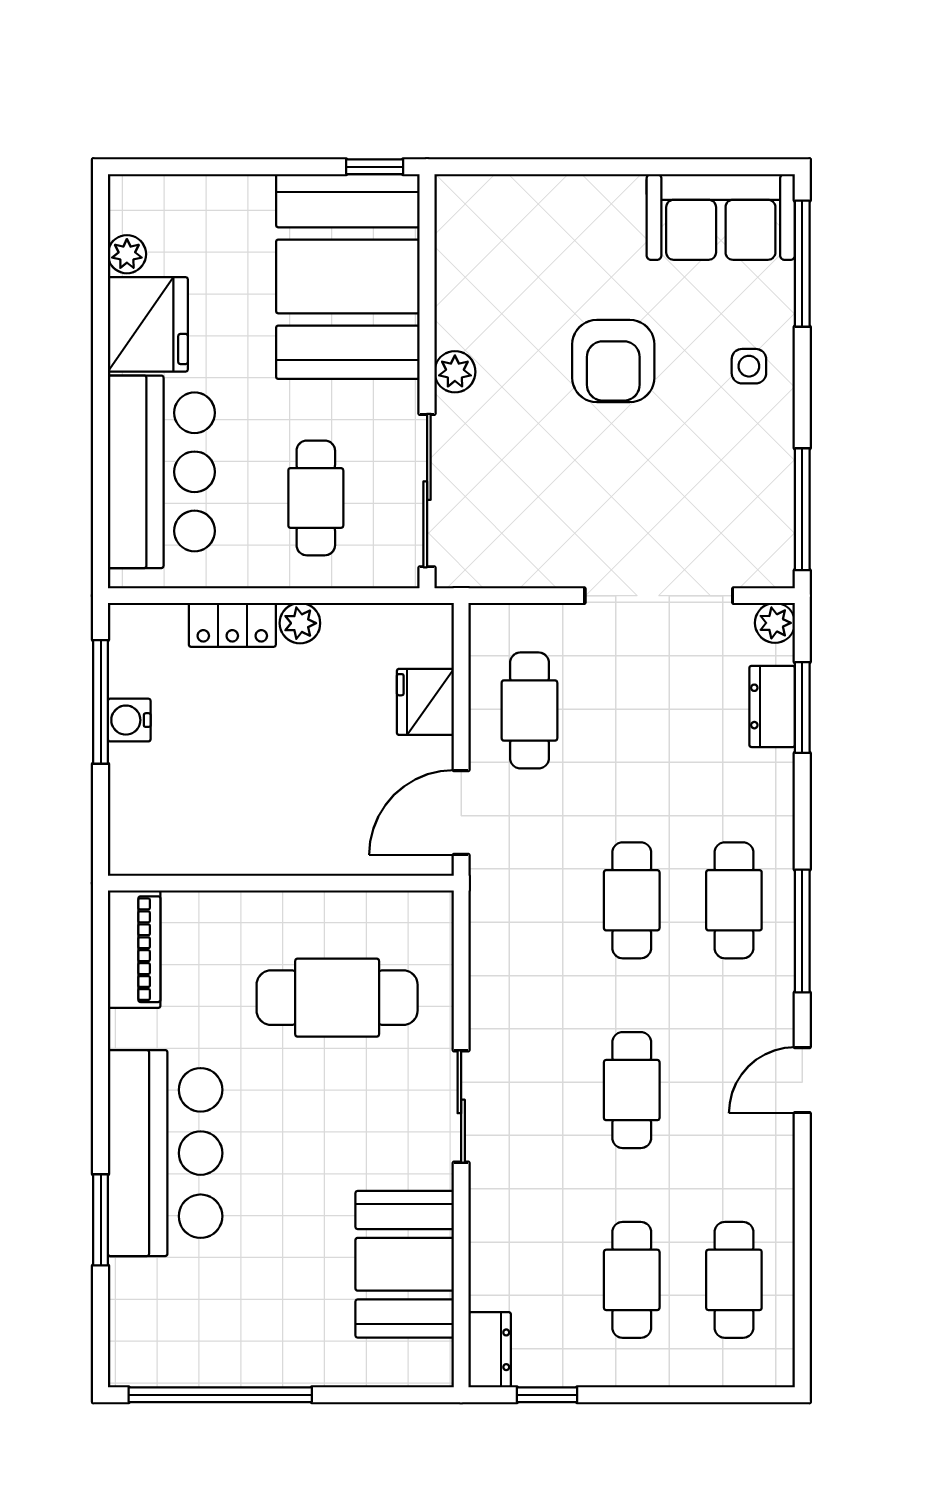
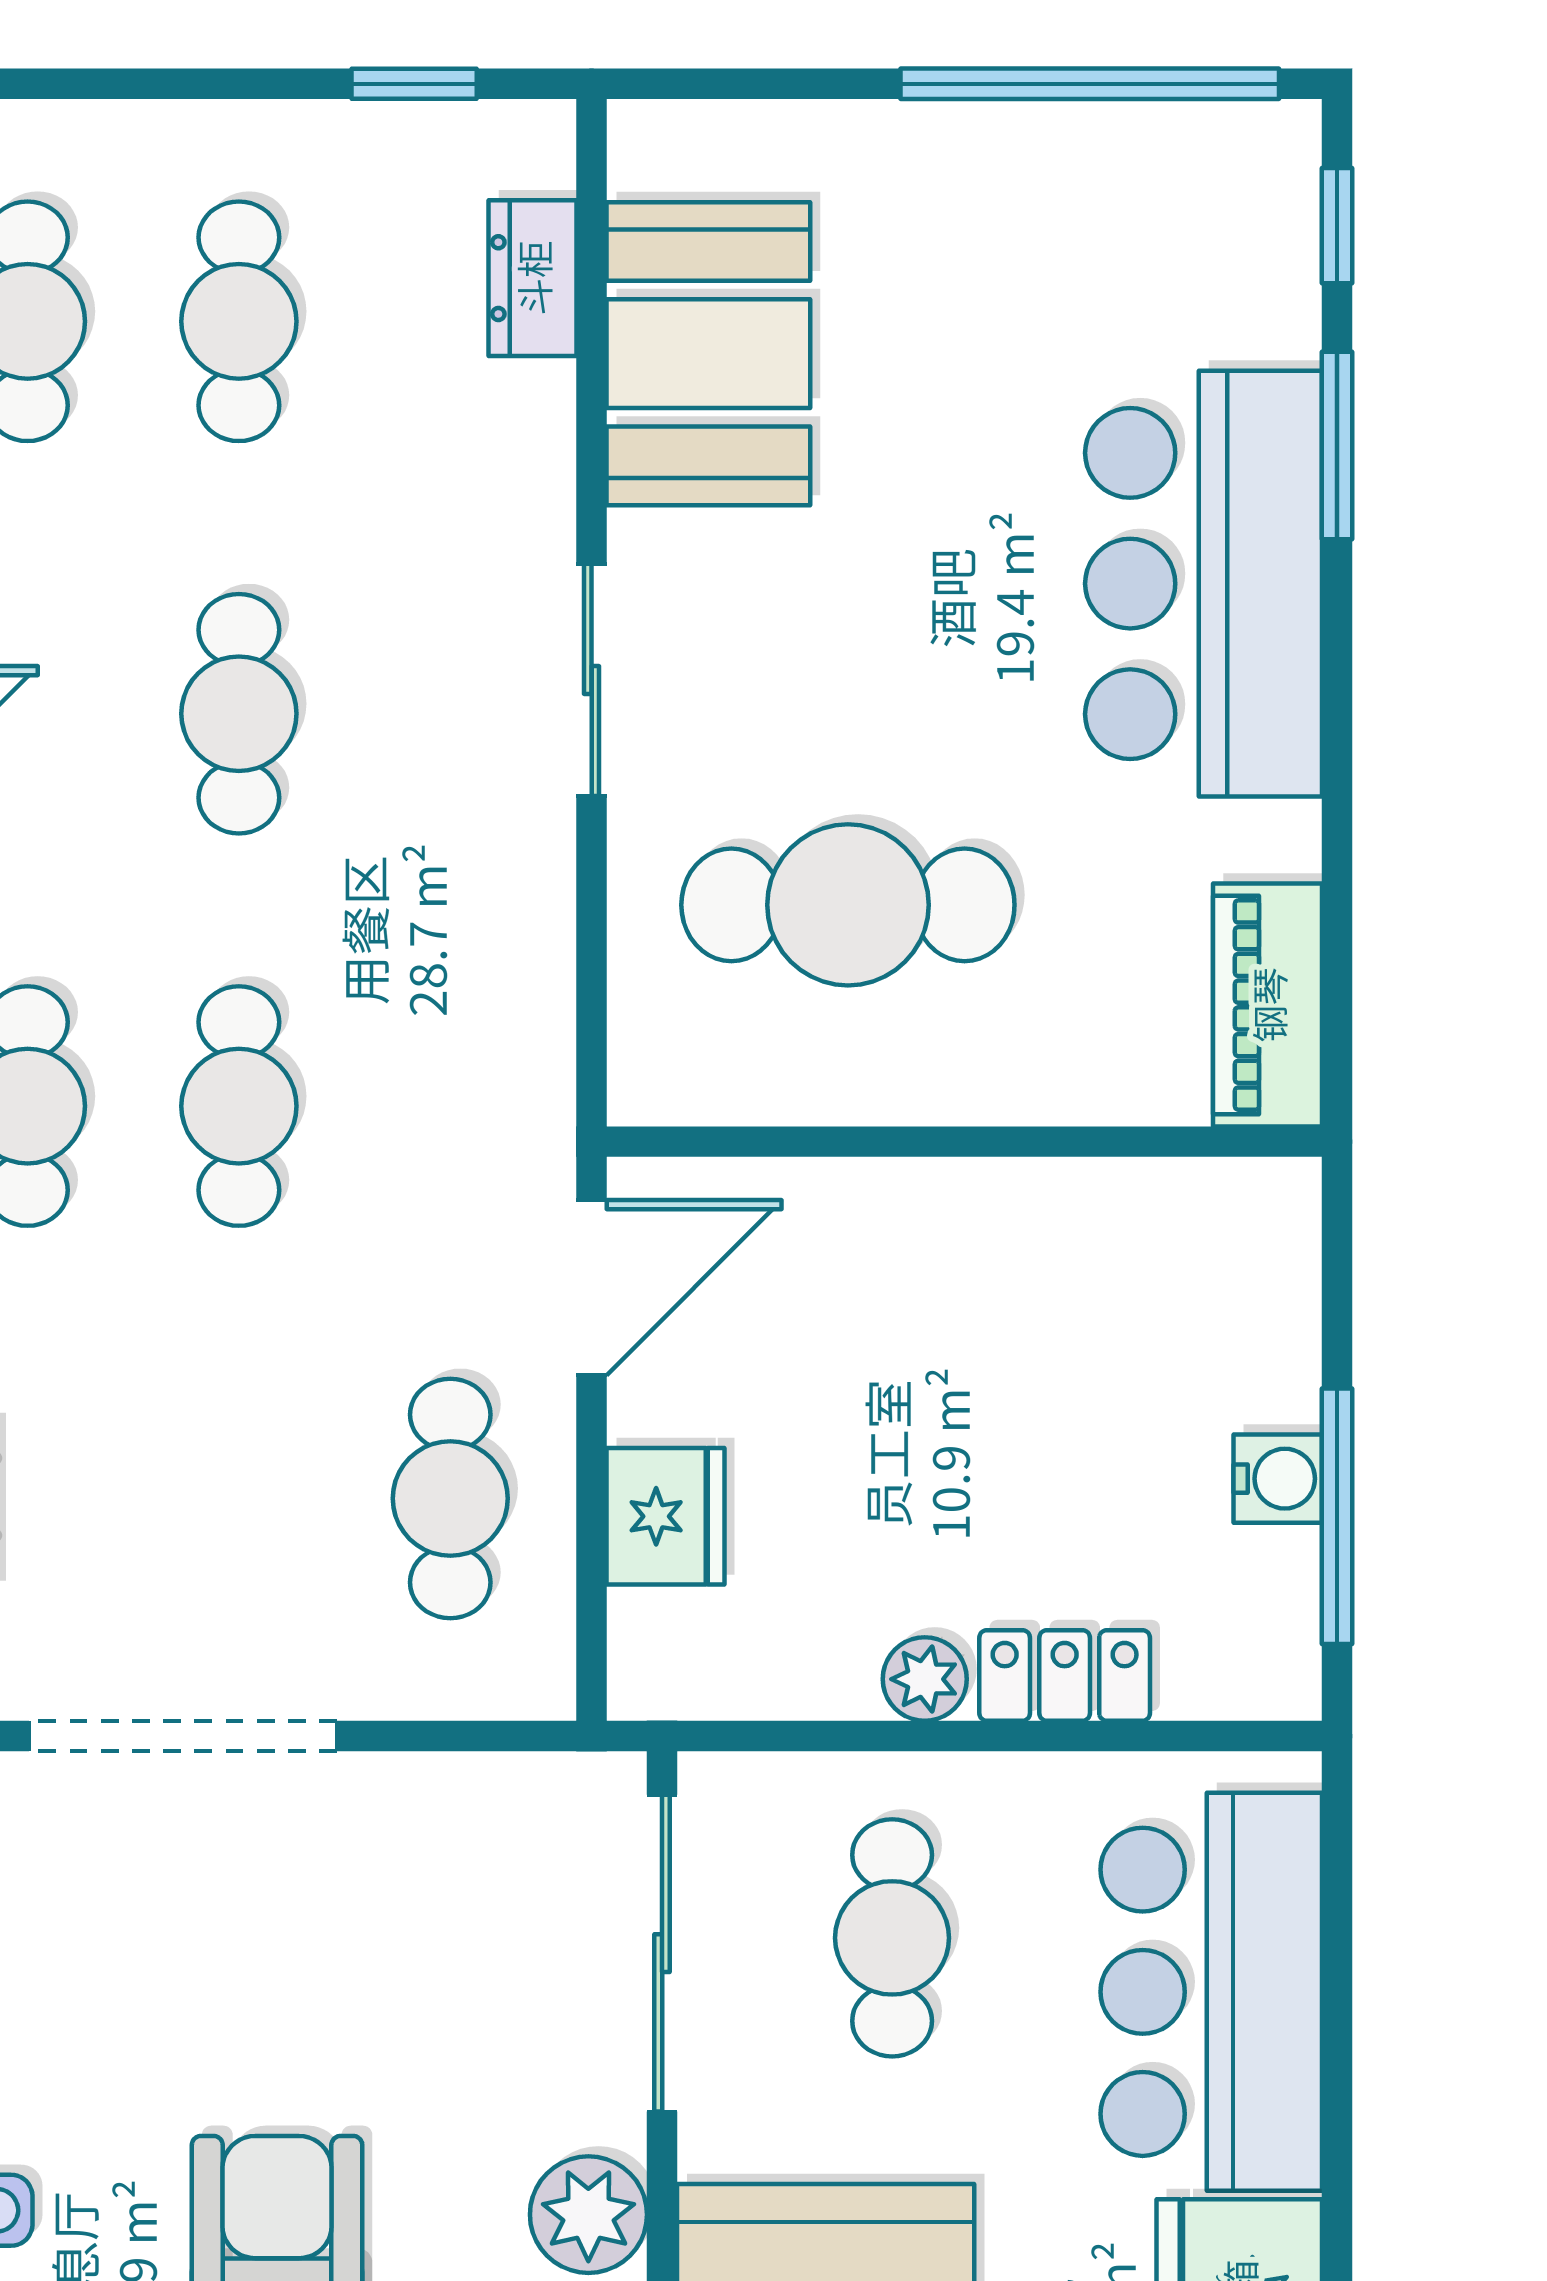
plant: (455, 372) -> (588, 2215), width x1.38, depth x1.38
window: (101, 1326) -> (1337, 226), added
dresser: (490, 1350) -> (533, 278), moved

